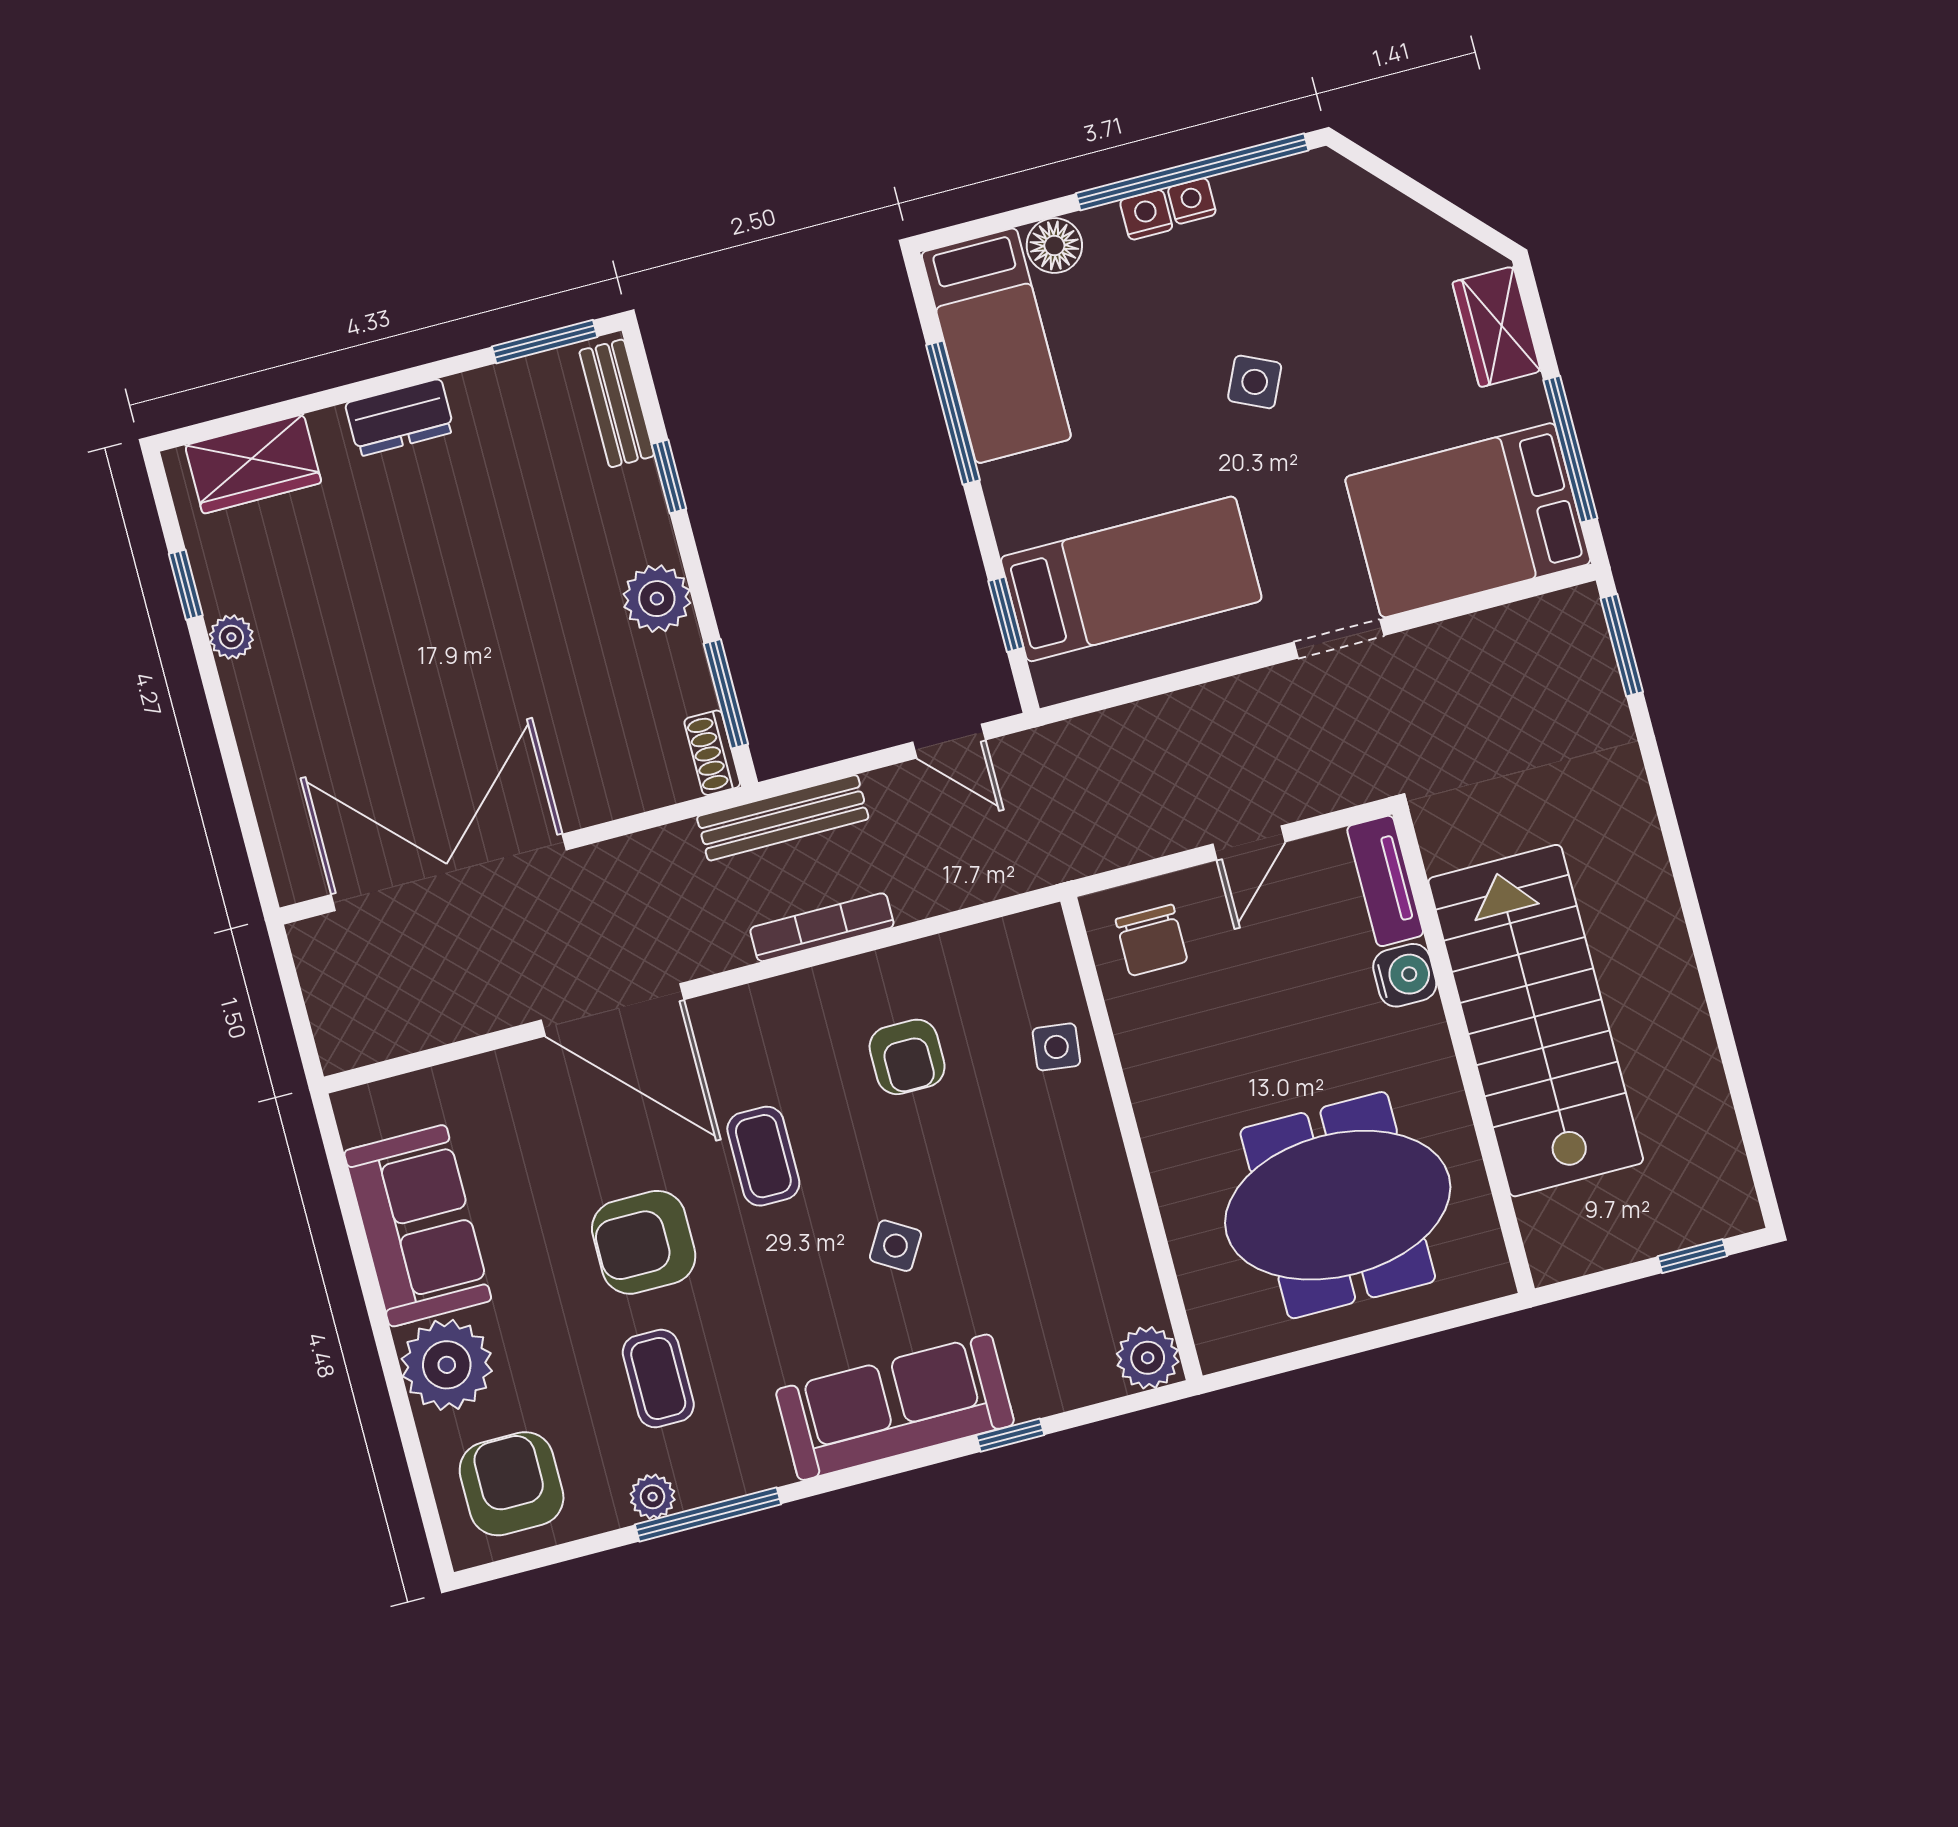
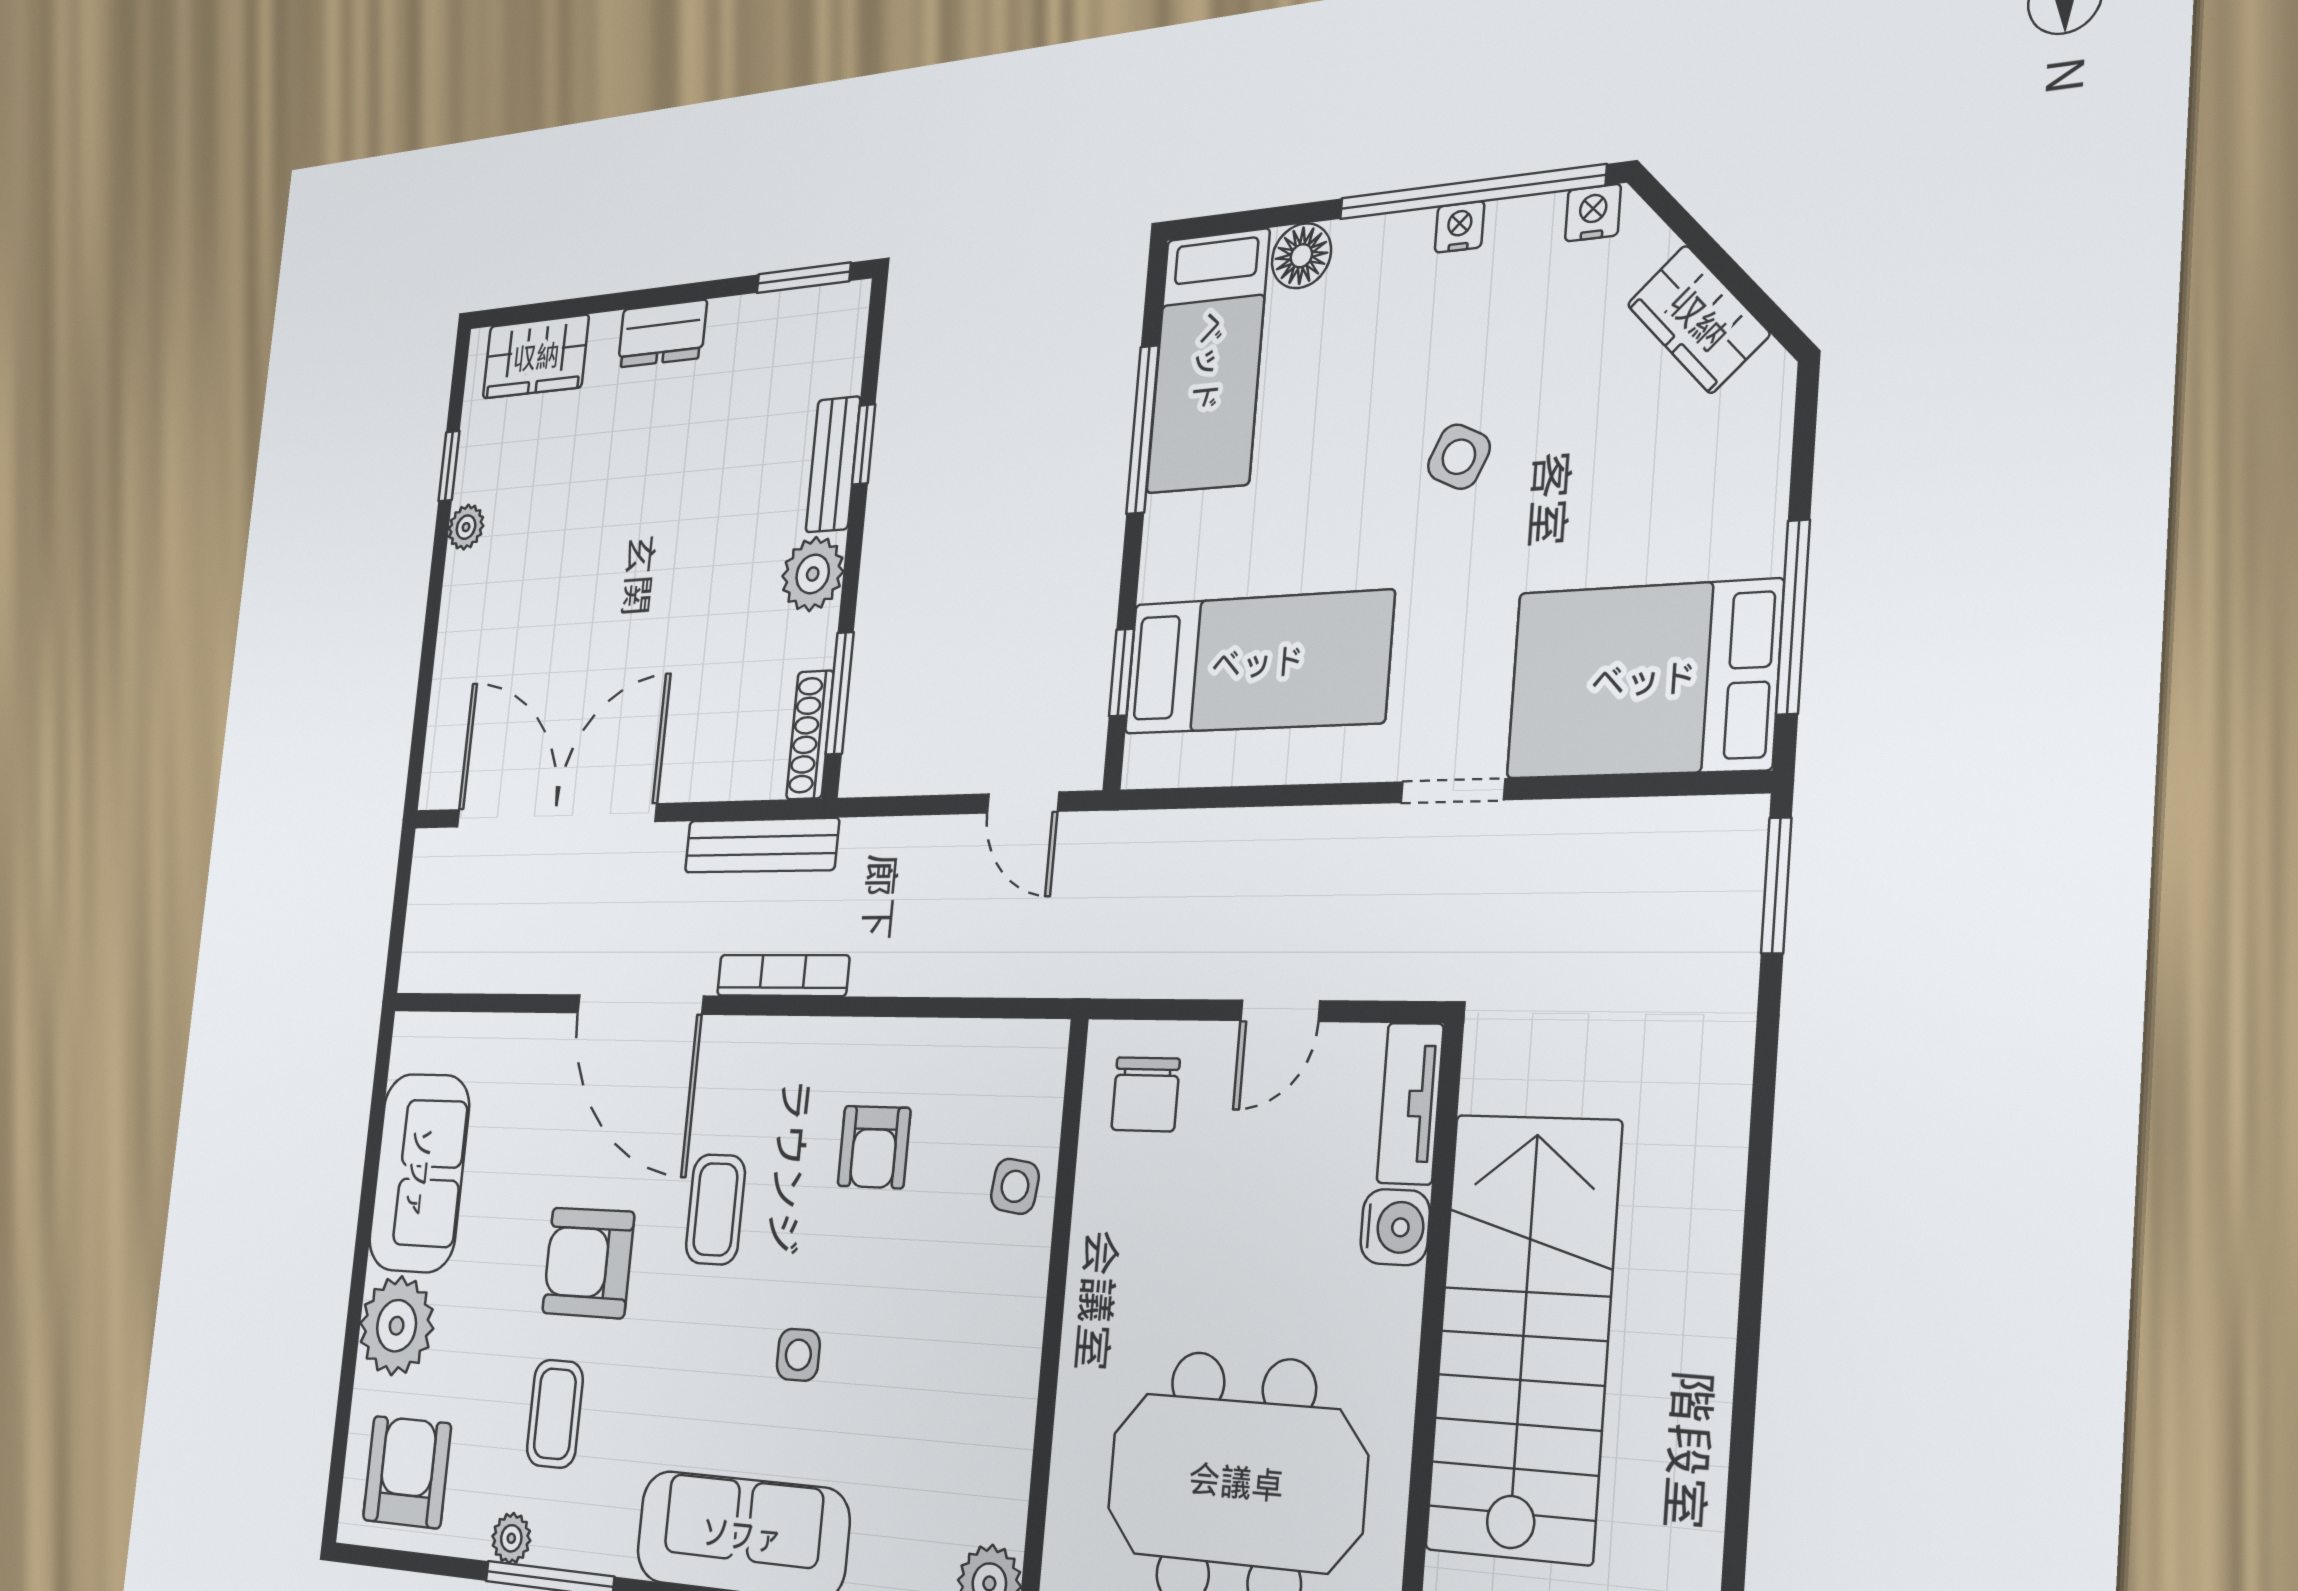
nightstand: (1146, 215) -> (1593, 213), moved
wardrobe: (1497, 327) -> (1698, 319), moved, turned -44
bench: (617, 403) -> (833, 464), moved
shoe rack: (712, 753) -> (810, 735), width x1.43
bench: (783, 818) -> (761, 845), moved
bookcase: (822, 927) -> (783, 975), moved
side table: (895, 1246) -> (798, 1355), turned -31

